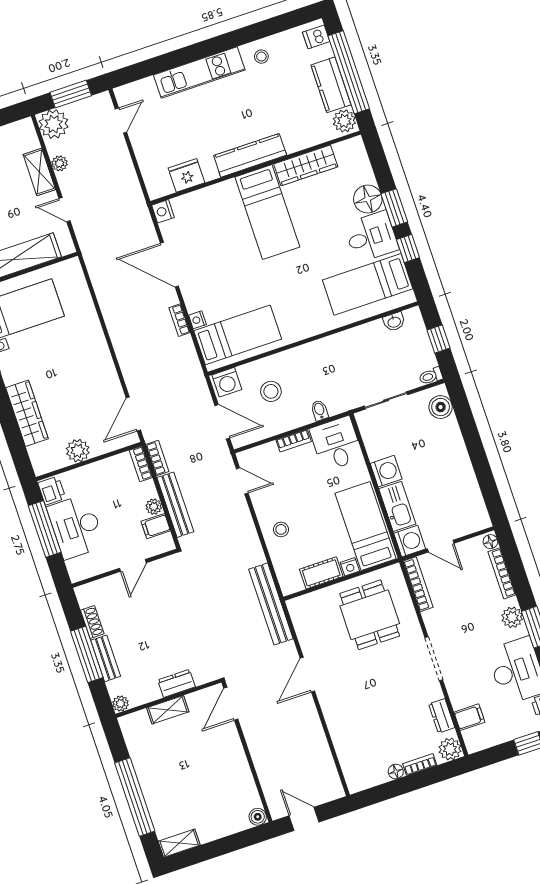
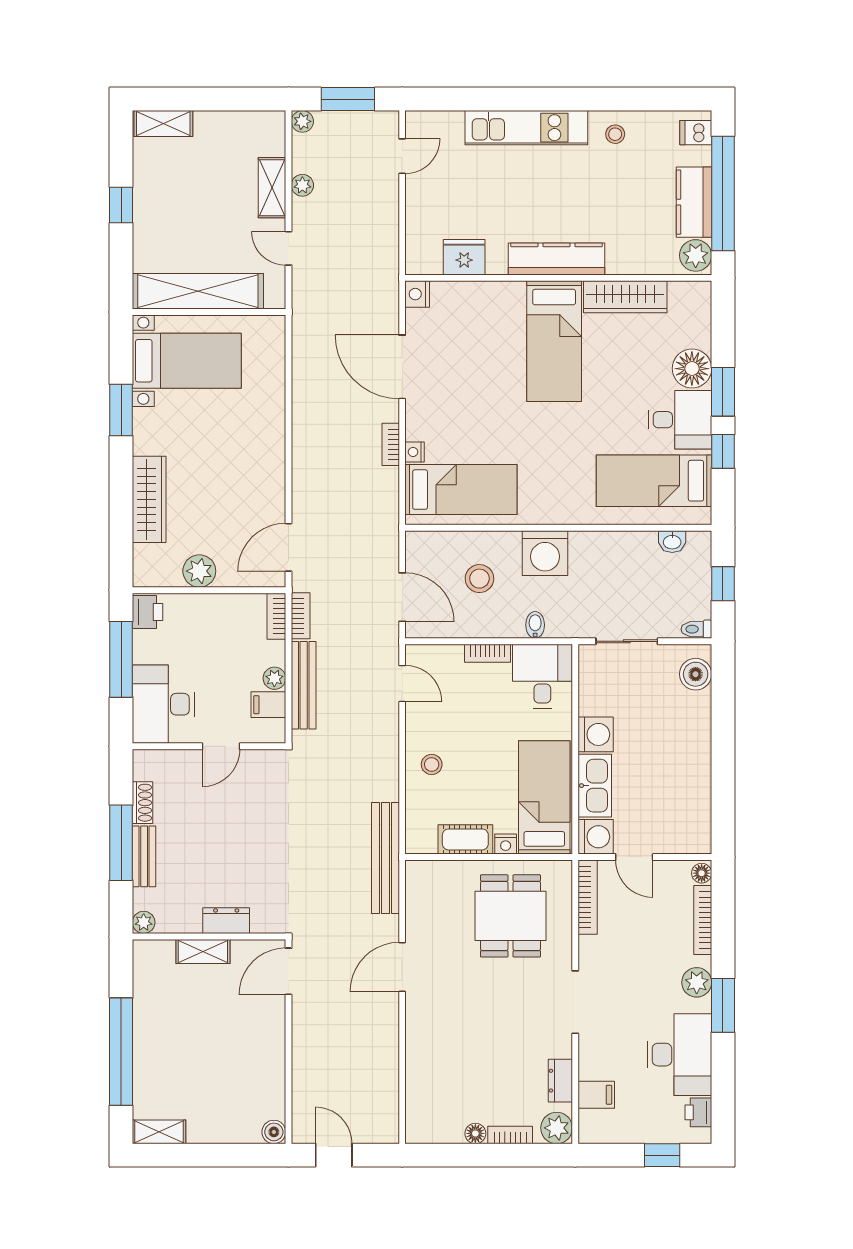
plant: (54, 124) -> (302, 121), width x0.53, depth x0.53
washing machine: (227, 382) -> (545, 553), moved, width x1.37, depth x1.37
desk: (76, 527) -> (163, 704), moved

